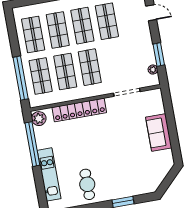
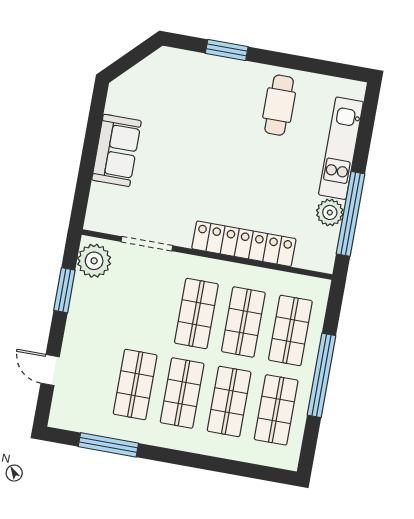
plant: (153, 70) -> (94, 261), width x1.88, depth x1.88
window: (21, 78) -> (321, 375), moved
plant: (39, 119) -> (330, 212), moved

